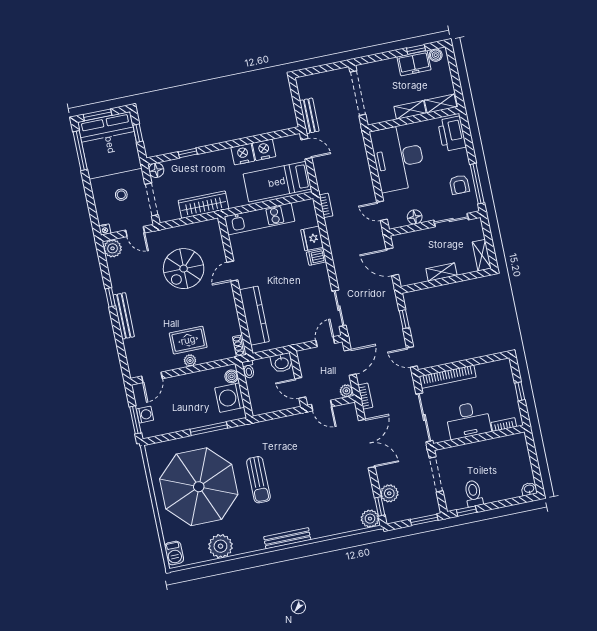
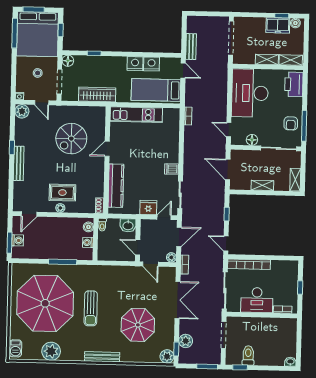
sliding door: (451, 220) -> (279, 148), width x1.37
fridge: (312, 239) -> (148, 207), moved, turned 90
dishwasher: (316, 257) -> (172, 169), moved
washing machine: (230, 398) -> (88, 242), width x0.53, depth x0.53
parasol: (324, 487) -> (138, 325), added

